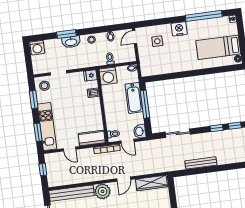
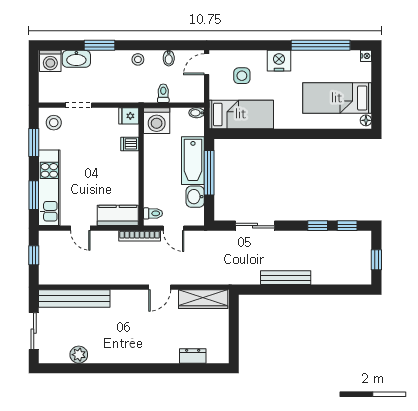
washbasin: (71, 42) -> (76, 59), moved
bed: (160, 65) -> (241, 114), added
washbasin: (140, 131) -> (195, 197), moved
plant: (103, 191) -> (124, 302), removed

